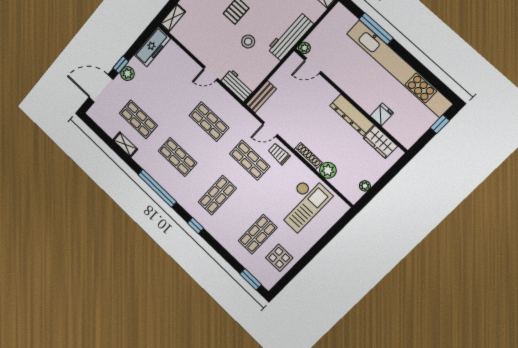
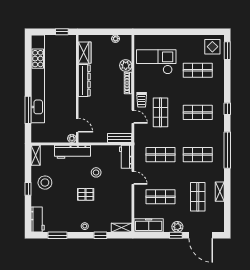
shop shelf: (169, 84) -> (161, 197), added
fridge: (382, 114) -> (70, 65), removed
shop shelf: (209, 122) -> (161, 155), turned 90
window: (440, 124) -> (62, 32), moved
shop shelf: (177, 157) -> (198, 155), turned 90
display table: (279, 258) -> (212, 47), moved

